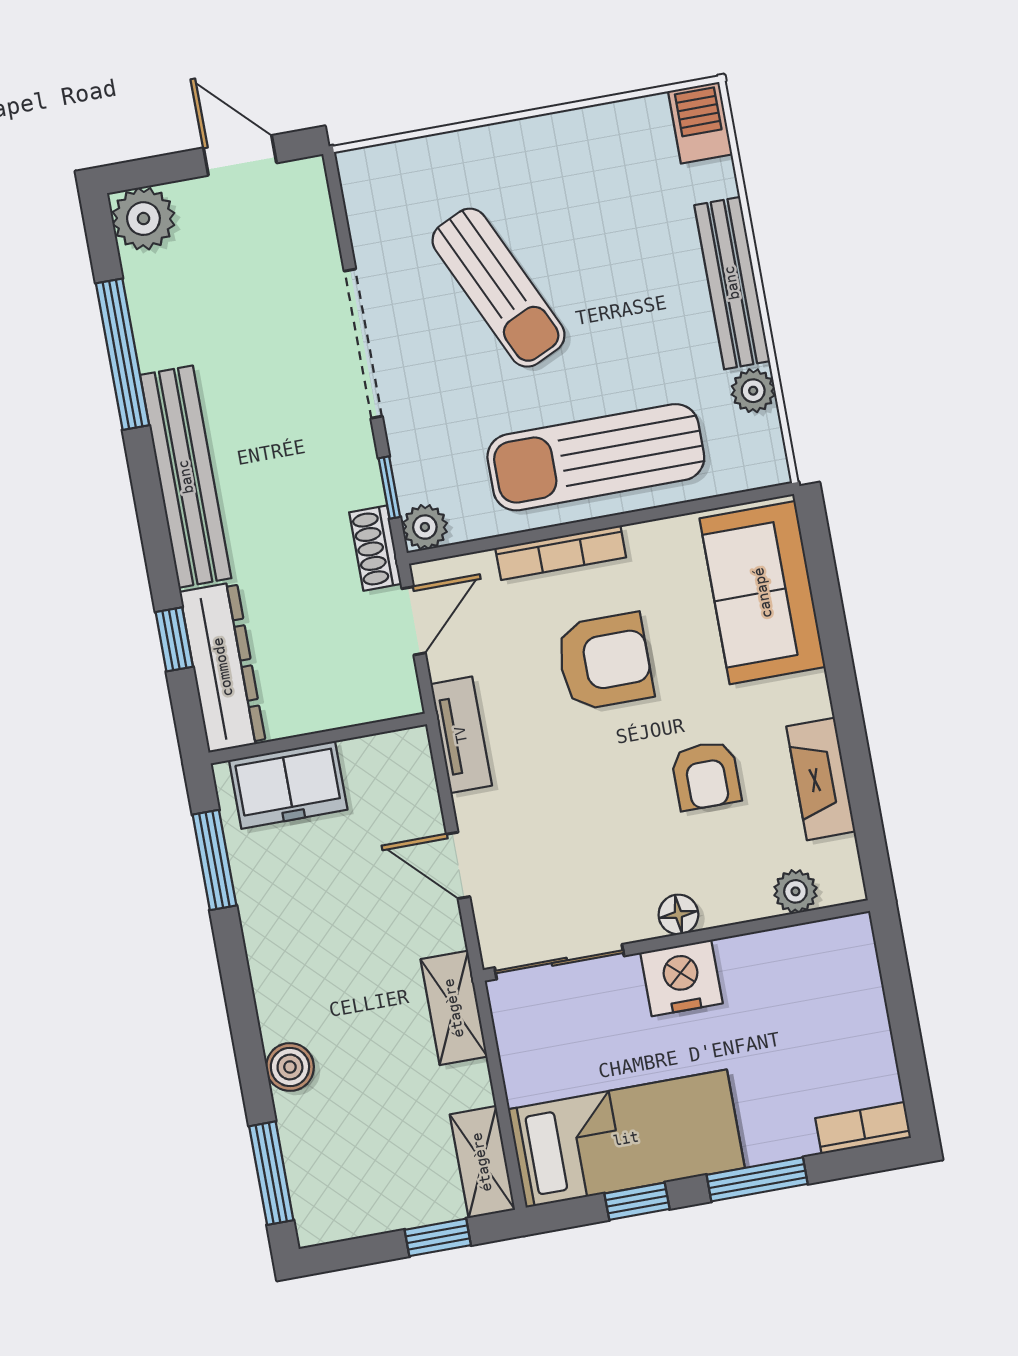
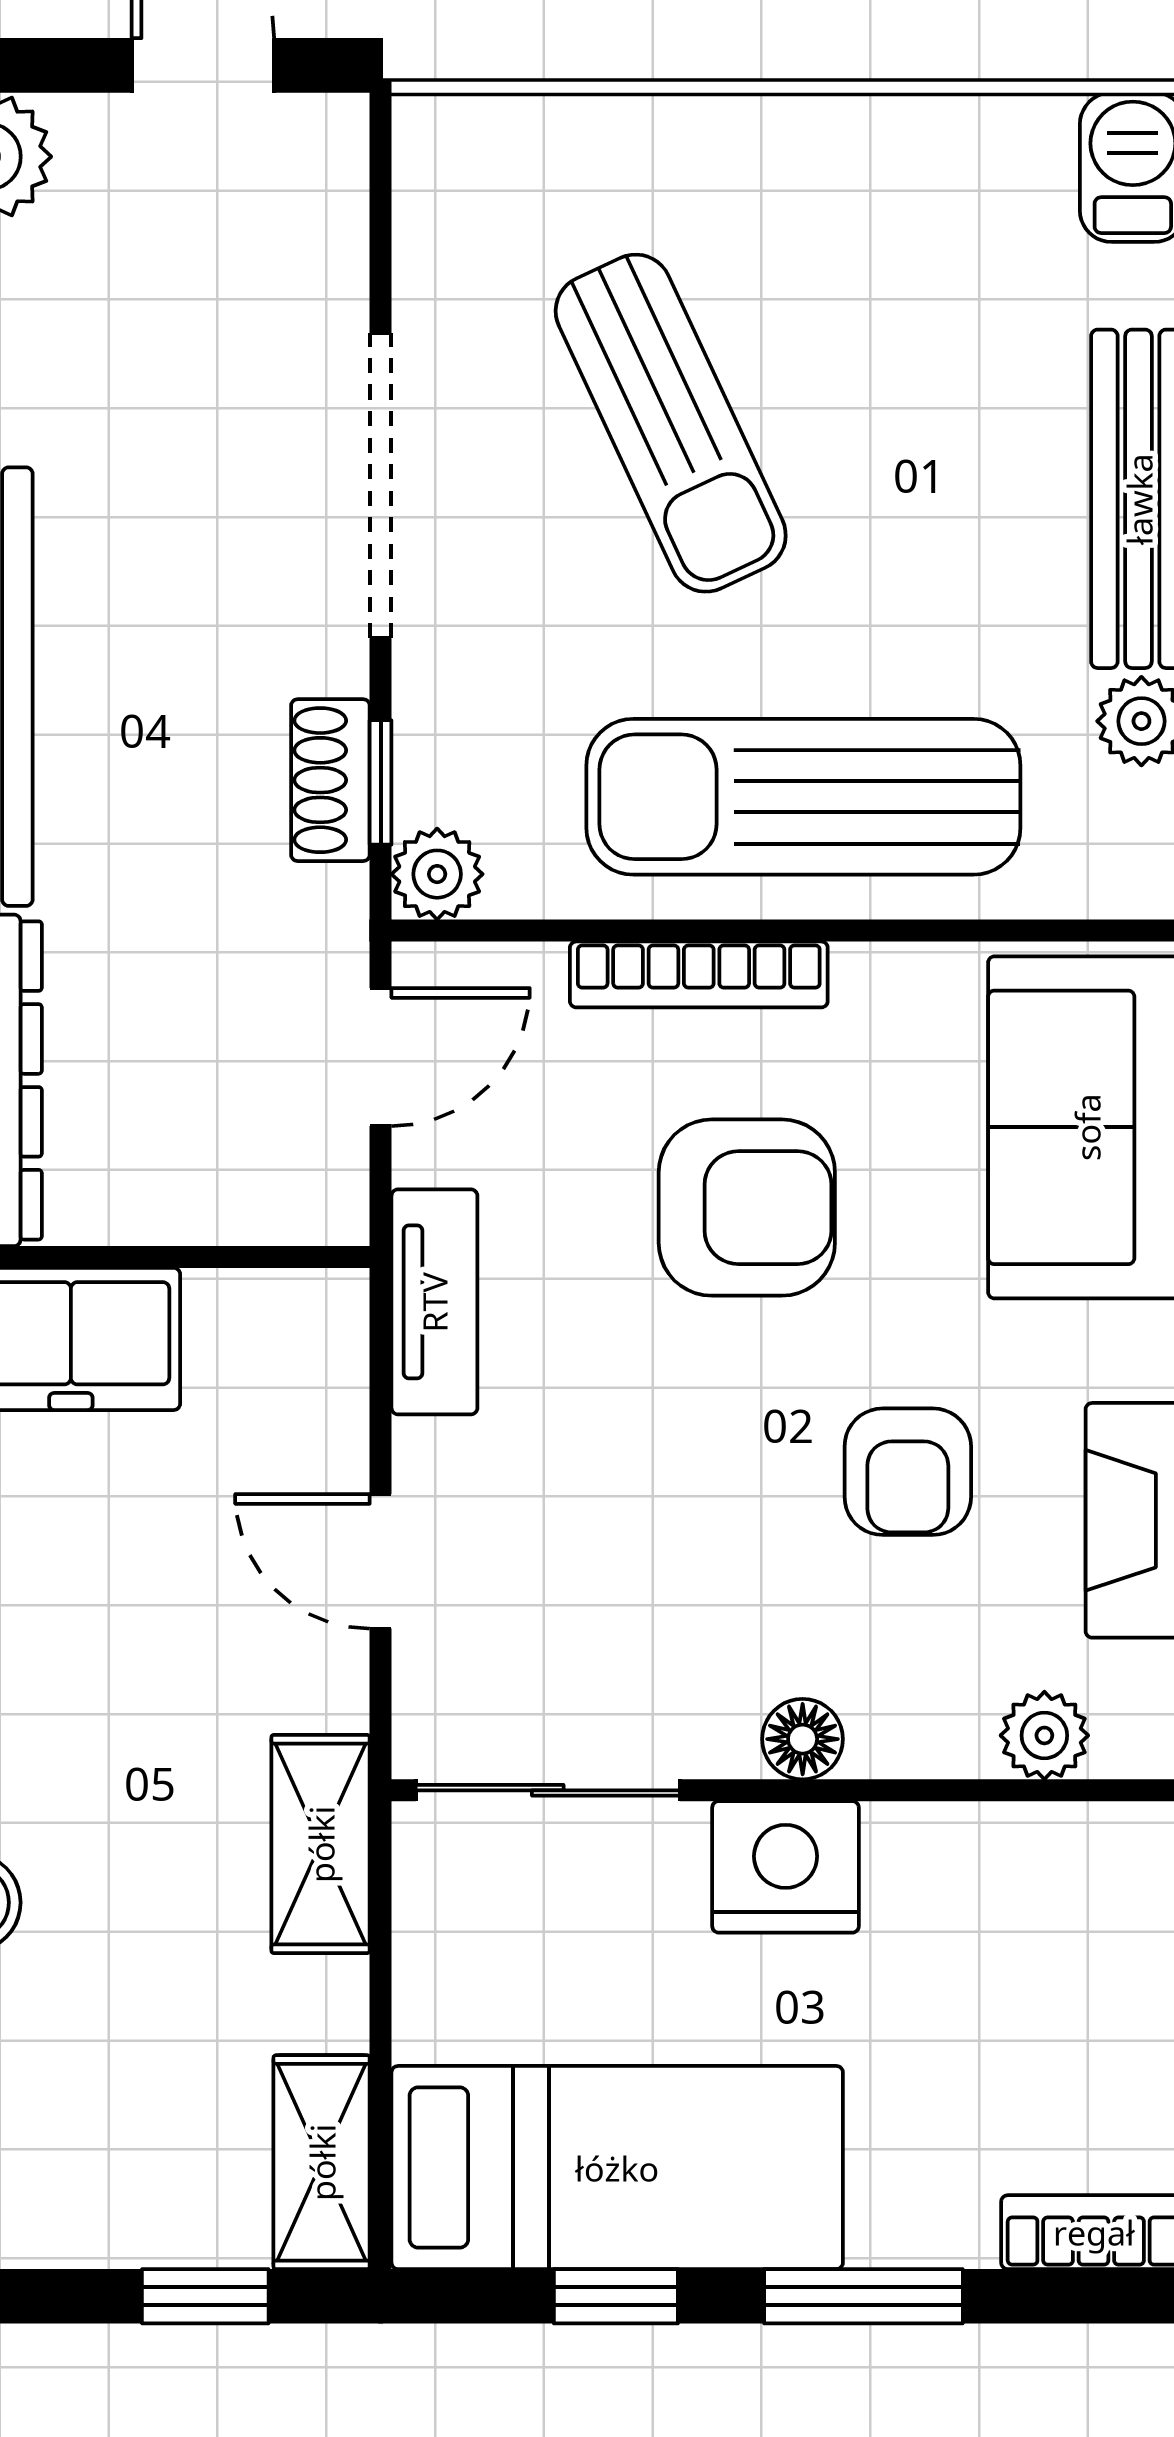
shoe rack: (375, 548) -> (330, 780), moved

